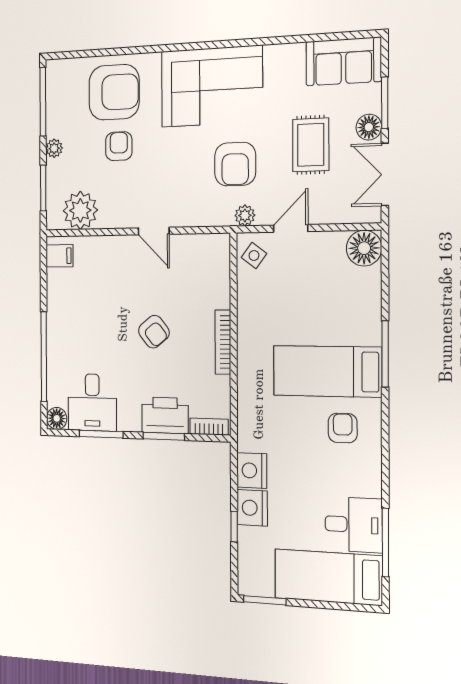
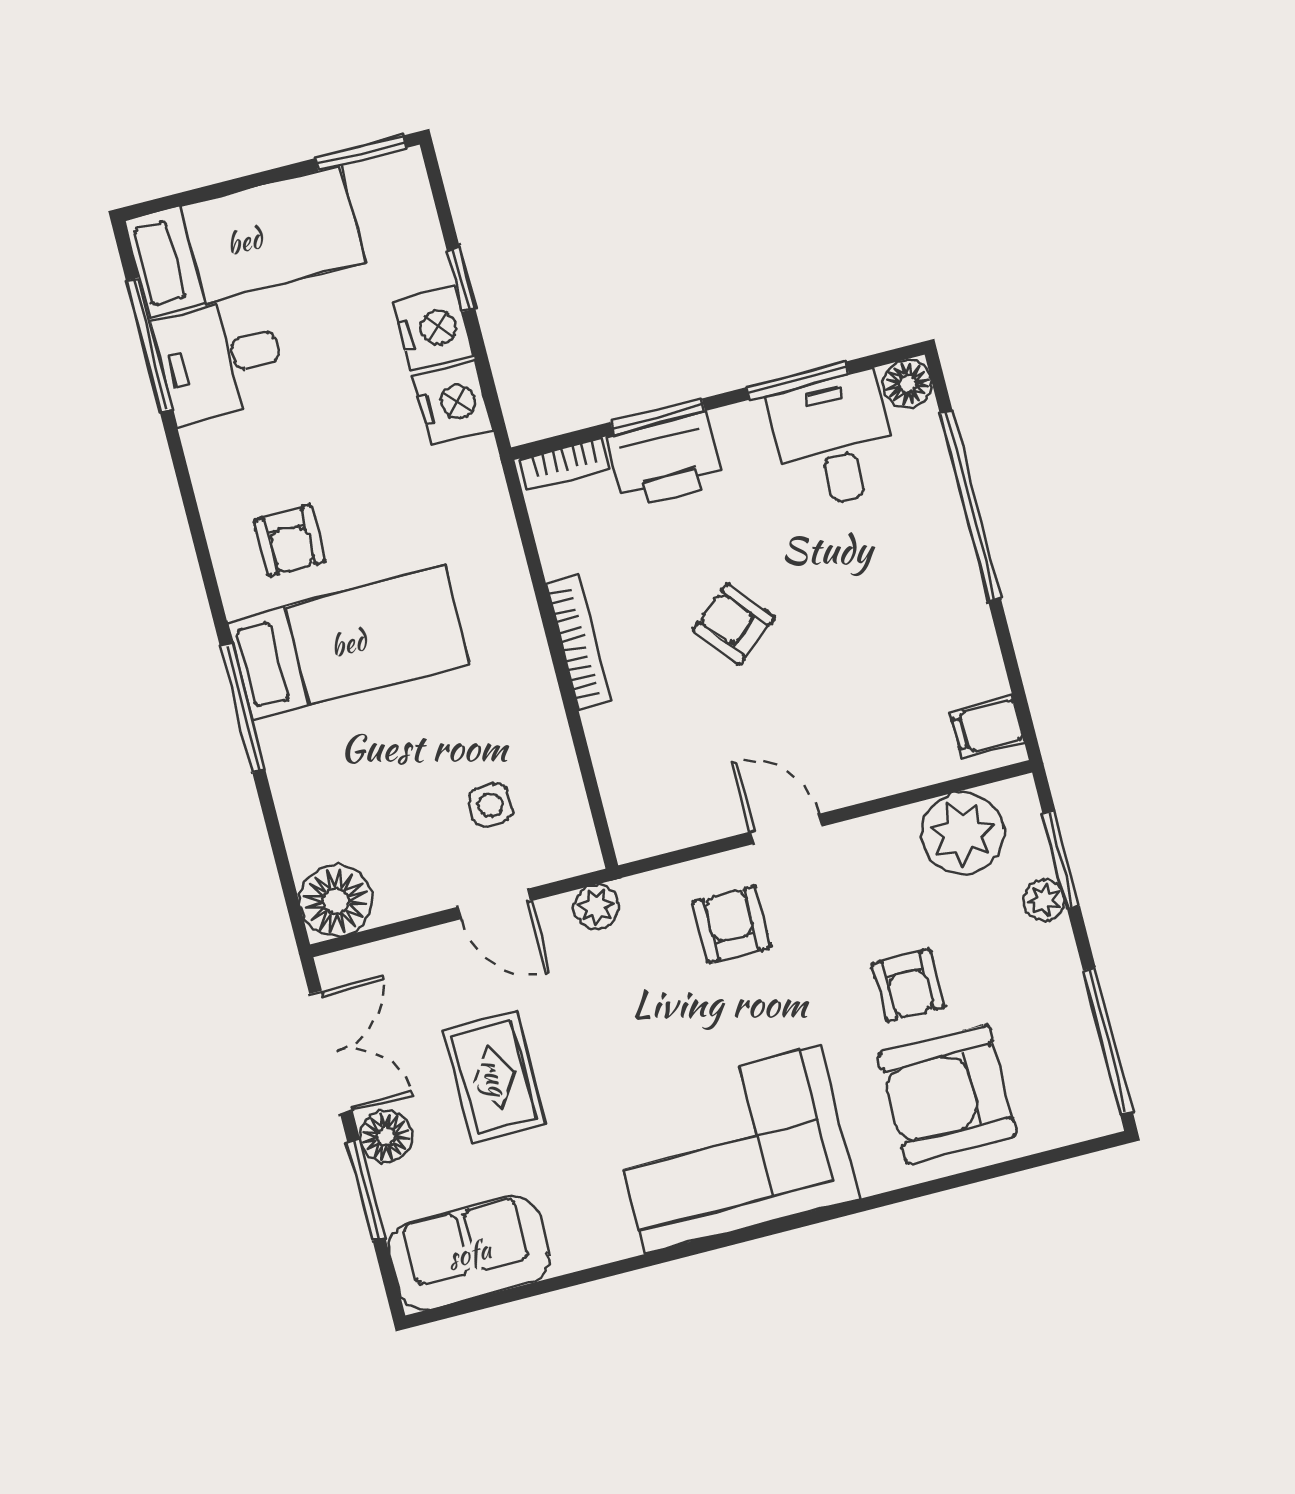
plant: (54, 148) -> (1044, 900), moved
armchair: (235, 164) -> (731, 925), moved, width x0.72, depth x0.72
door: (291, 228) -> (494, 904), hinge flipped
side table: (254, 256) -> (490, 805), moved, turned -37

